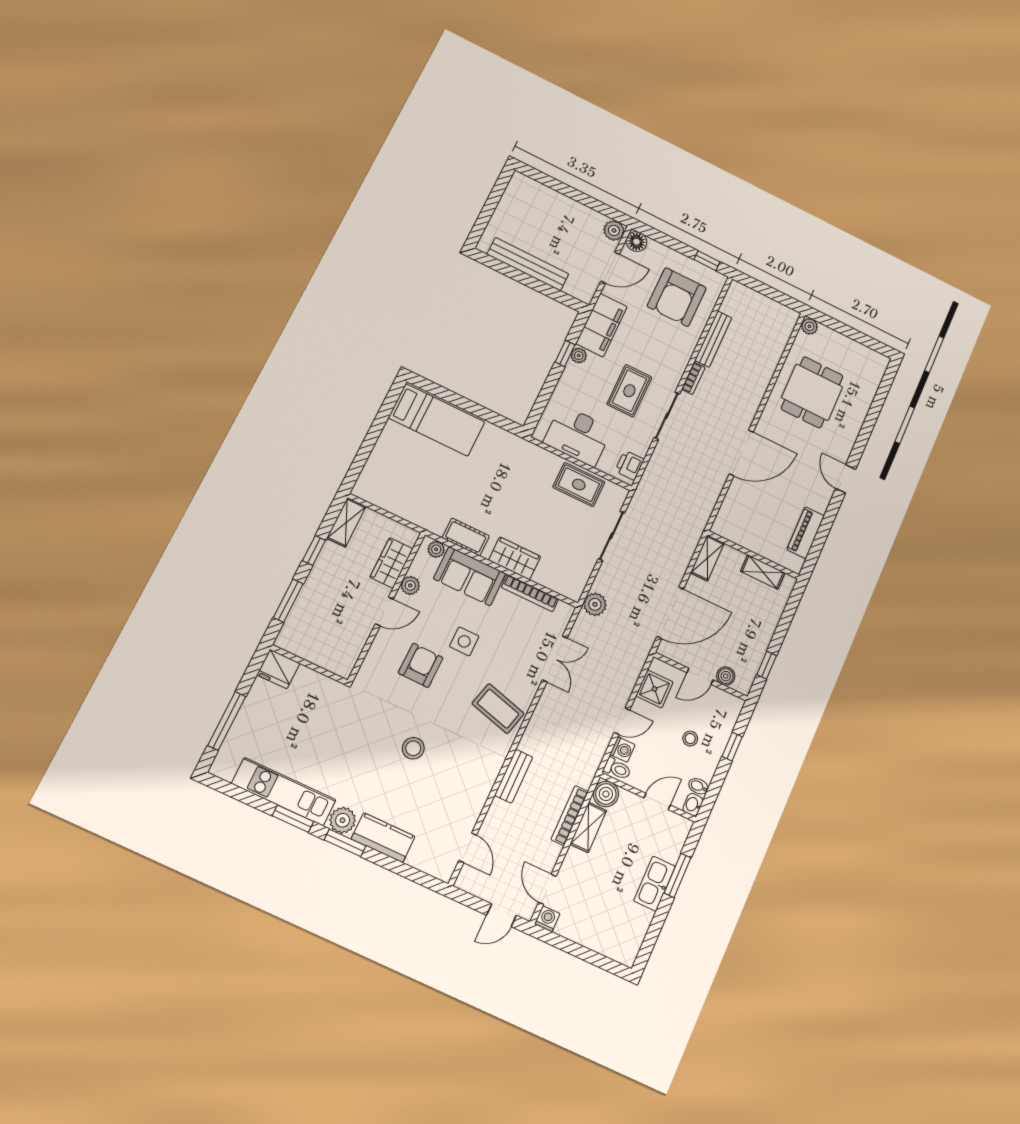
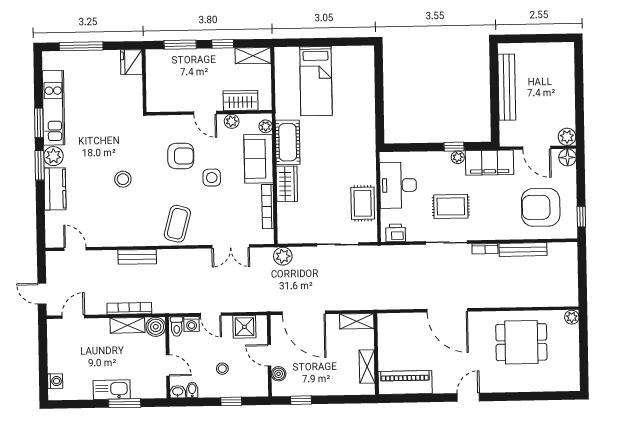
bed: (437, 420) -> (316, 81), moved
piano: (806, 533) -> (405, 382), width x1.37, depth x1.33
cot: (466, 537) -> (288, 142), width x1.37, depth x1.34
door: (468, 848) -> (75, 249), swing flipped
washing machine: (547, 919) -> (55, 381), moved

